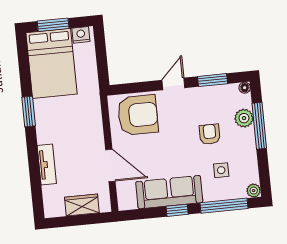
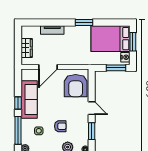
window: (101, 49) -> (116, 68), added

